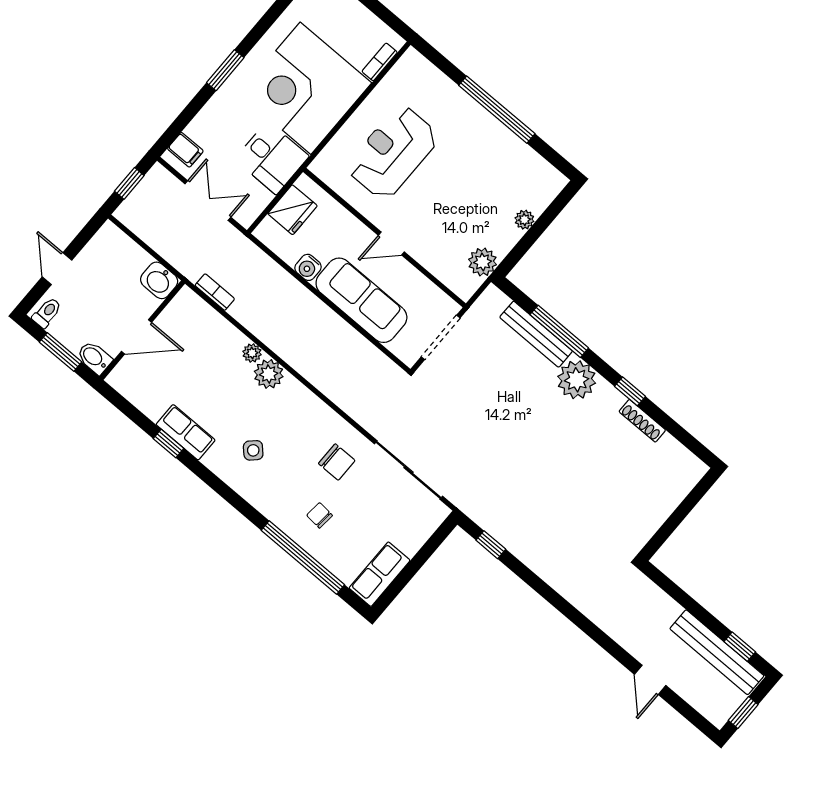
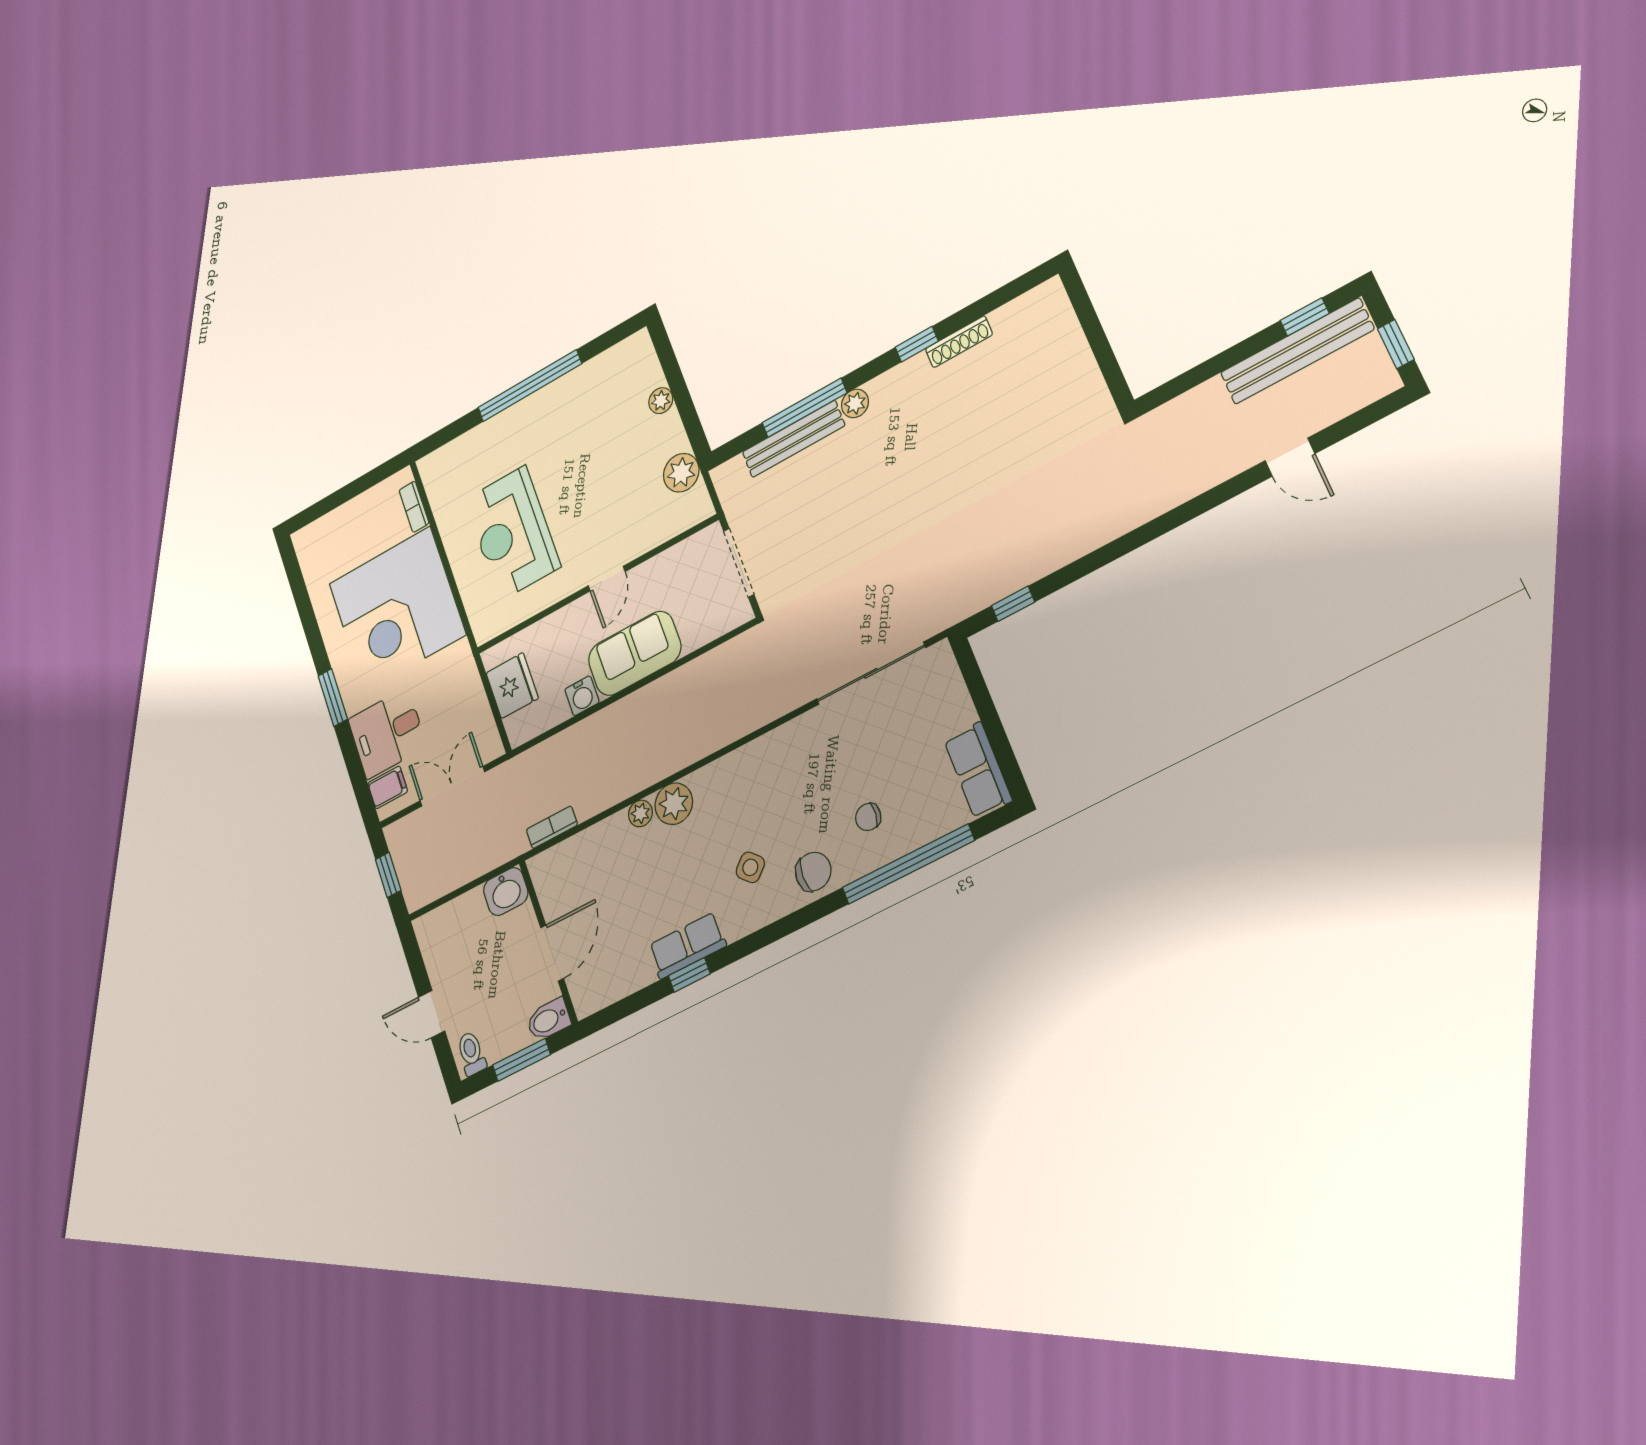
desk: (272, 158) -> (387, 733), moved, turned 180
sofa: (361, 300) -> (635, 653), width x0.73
plant: (577, 380) -> (855, 403), width x0.53, depth x0.53
chair: (337, 462) -> (813, 872), moved

